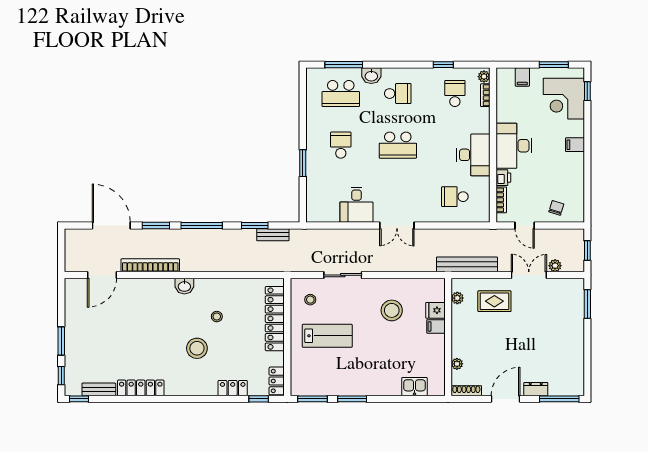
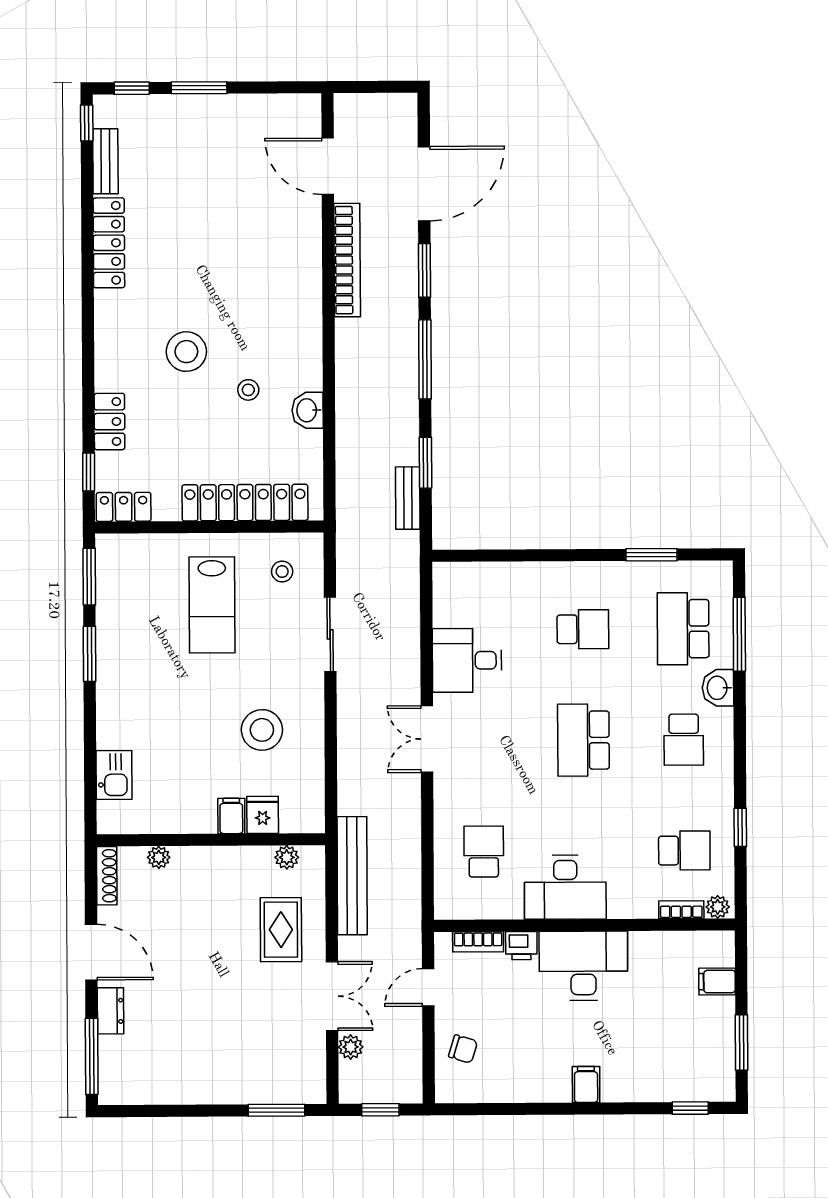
corner desk: (564, 99) -> (675, 1062), removed
window: (303, 163) -> (651, 555), moved
washbasin: (184, 286) -> (308, 410), moved

